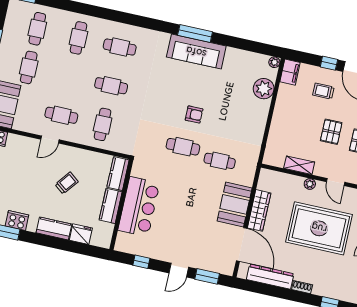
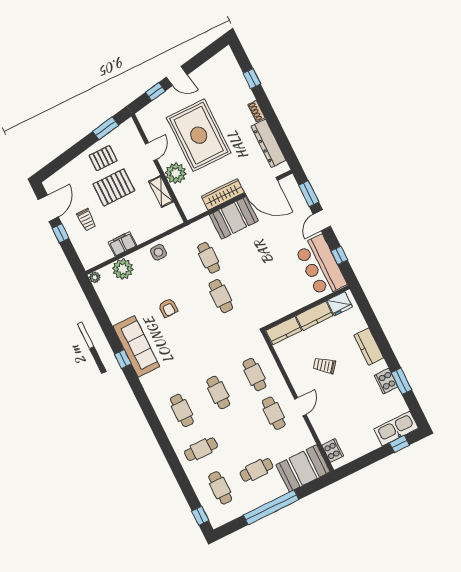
cafe table: (37, 29) -> (220, 488), turned 90
window: (195, 34) -> (123, 359), width x0.46
filing cabinet: (290, 72) -> (122, 244), moved
armchair: (194, 114) -> (168, 308), moved, turned 180
cafe table: (103, 124) -> (255, 375), turned 90
side table: (255, 126) -> (158, 252), added
pallet: (331, 132) -> (114, 187), width x1.50, depth x1.42
door: (50, 139) -> (300, 407), hinge flipped
plant: (310, 184) -> (176, 173), width x1.87, depth x1.87
bar counter: (139, 207) -> (321, 266), moved, turned -90
fridge: (81, 234) -> (340, 304), moved, turned -90
door: (242, 244) -> (261, 187), swing flipped
door: (179, 270) -> (322, 220), swing flipped

